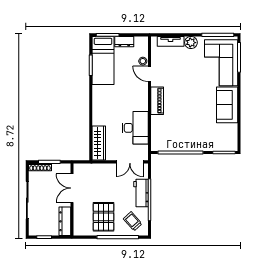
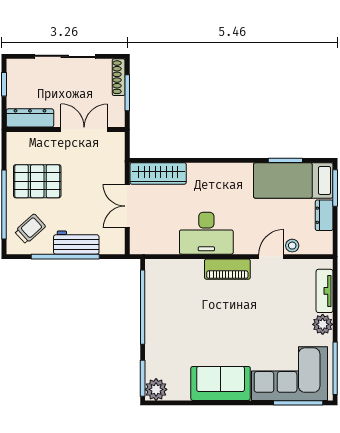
desk: (135, 128) -> (206, 233), moved
plant: (231, 144) -> (156, 389), added
double door: (130, 162) -> (127, 206), moved

